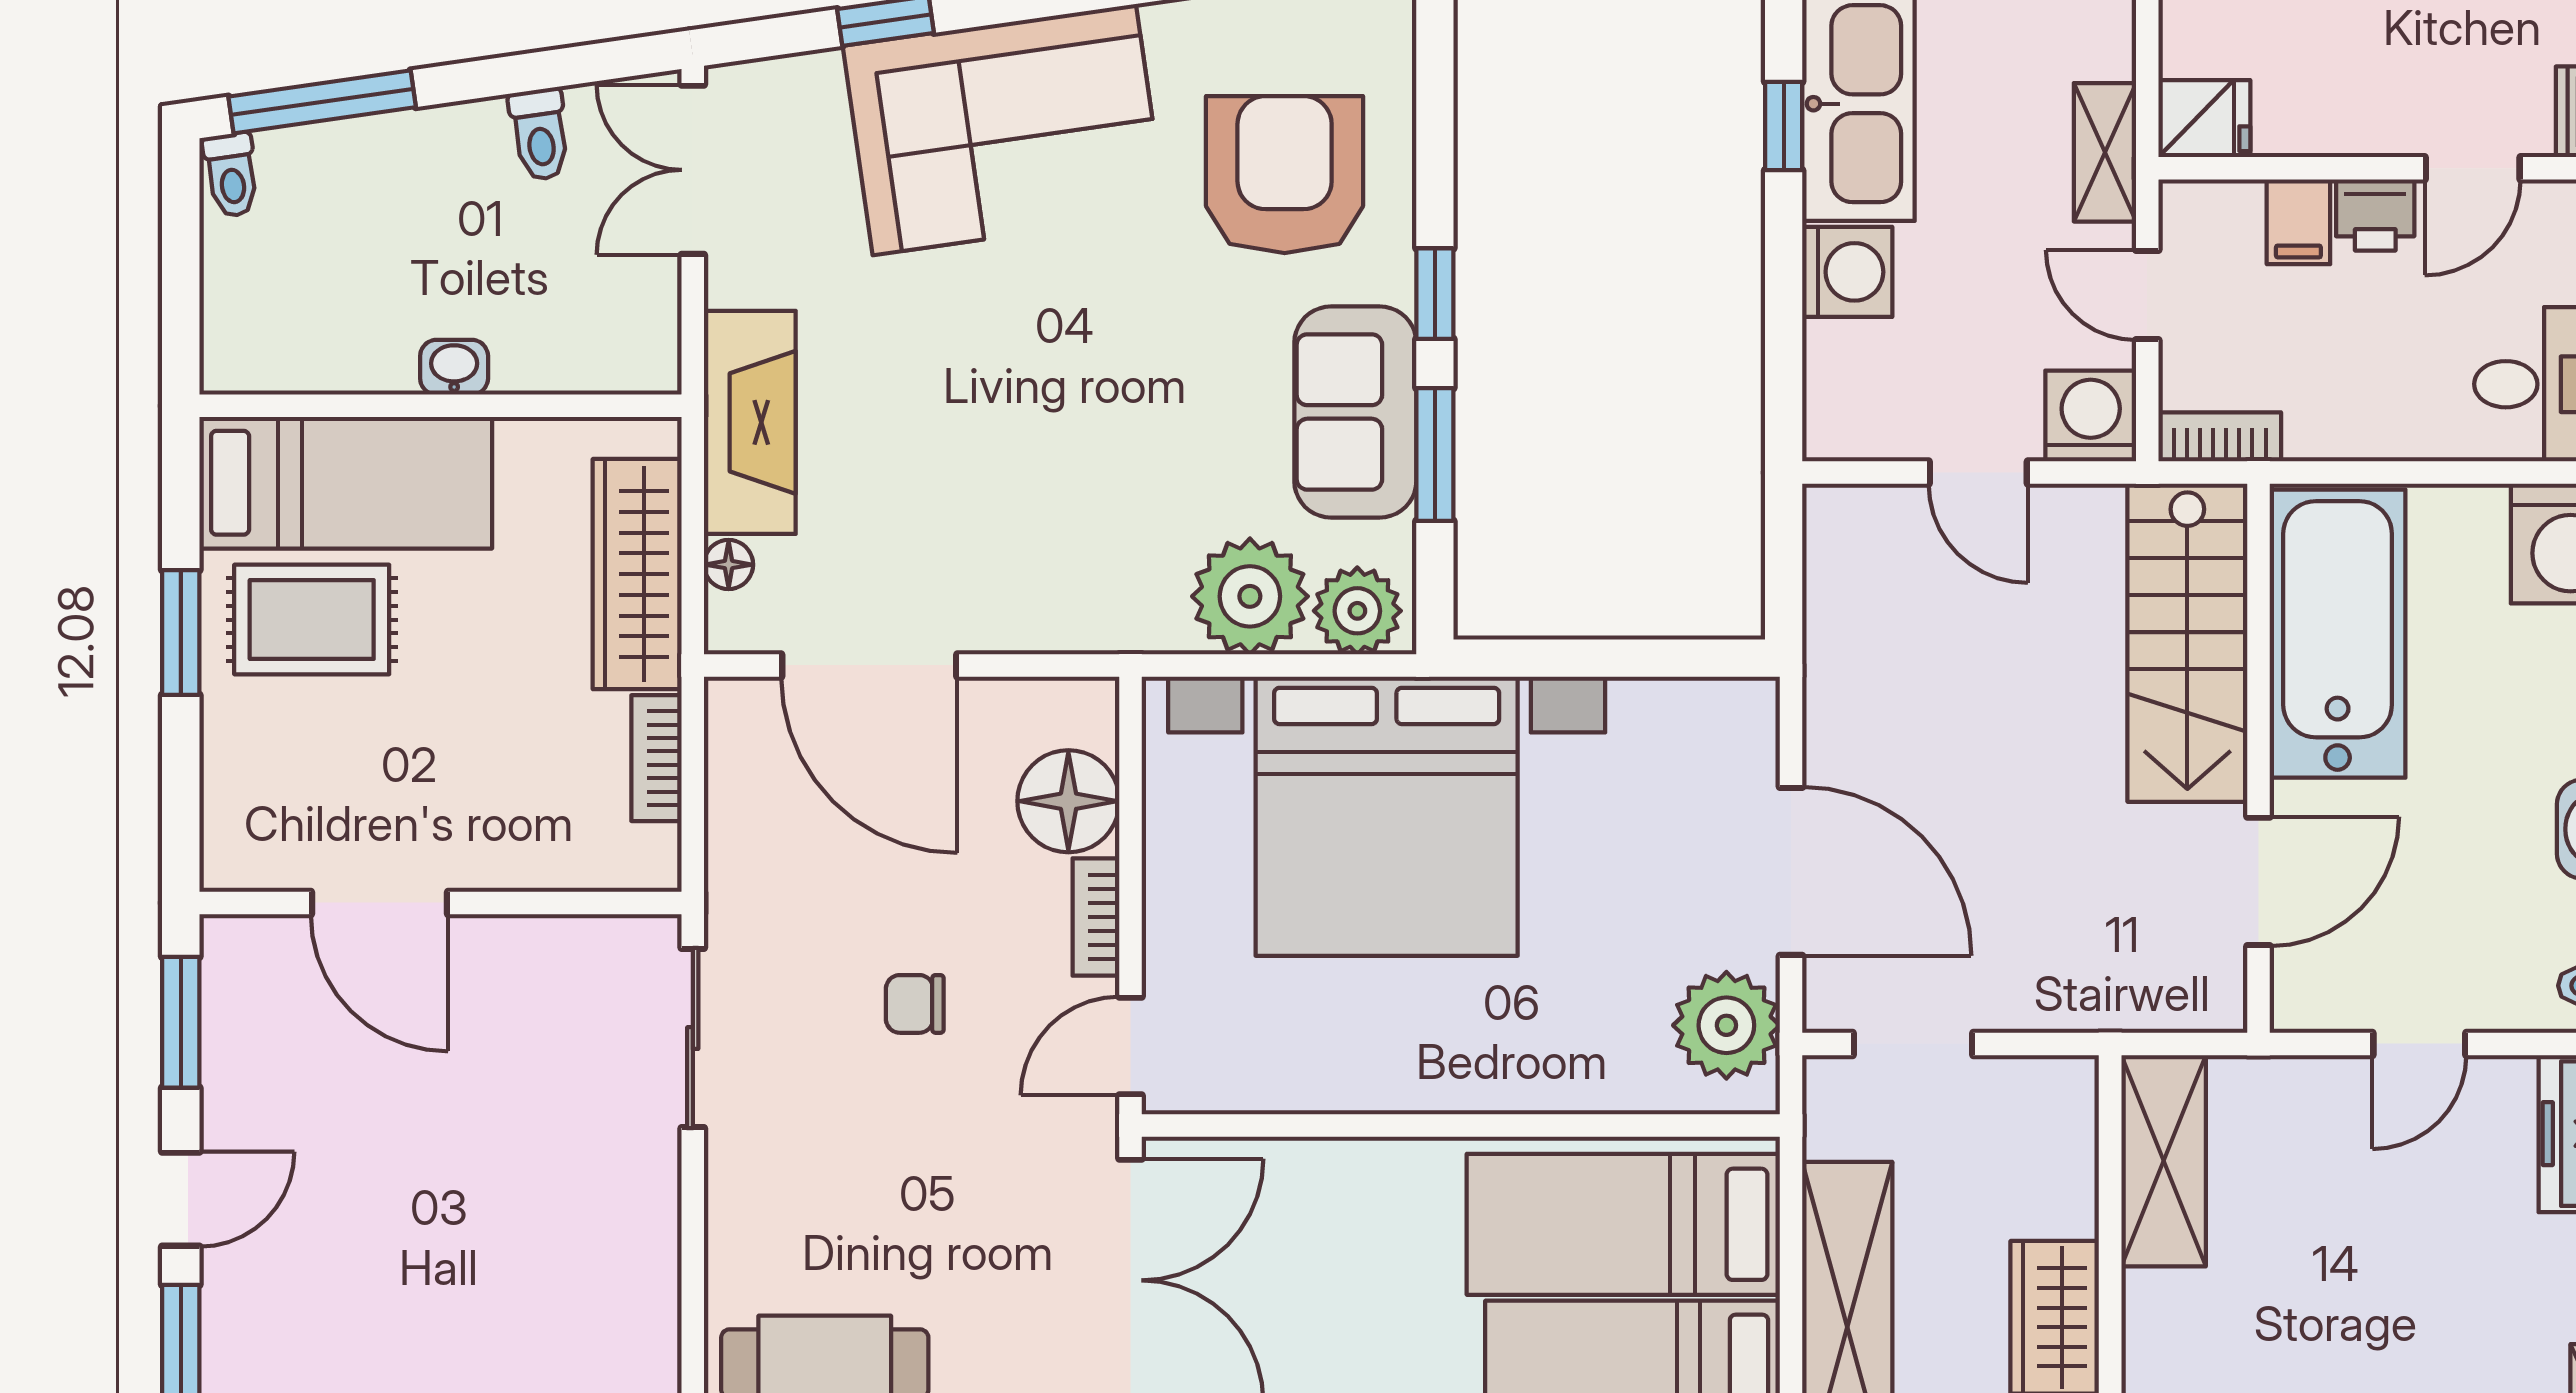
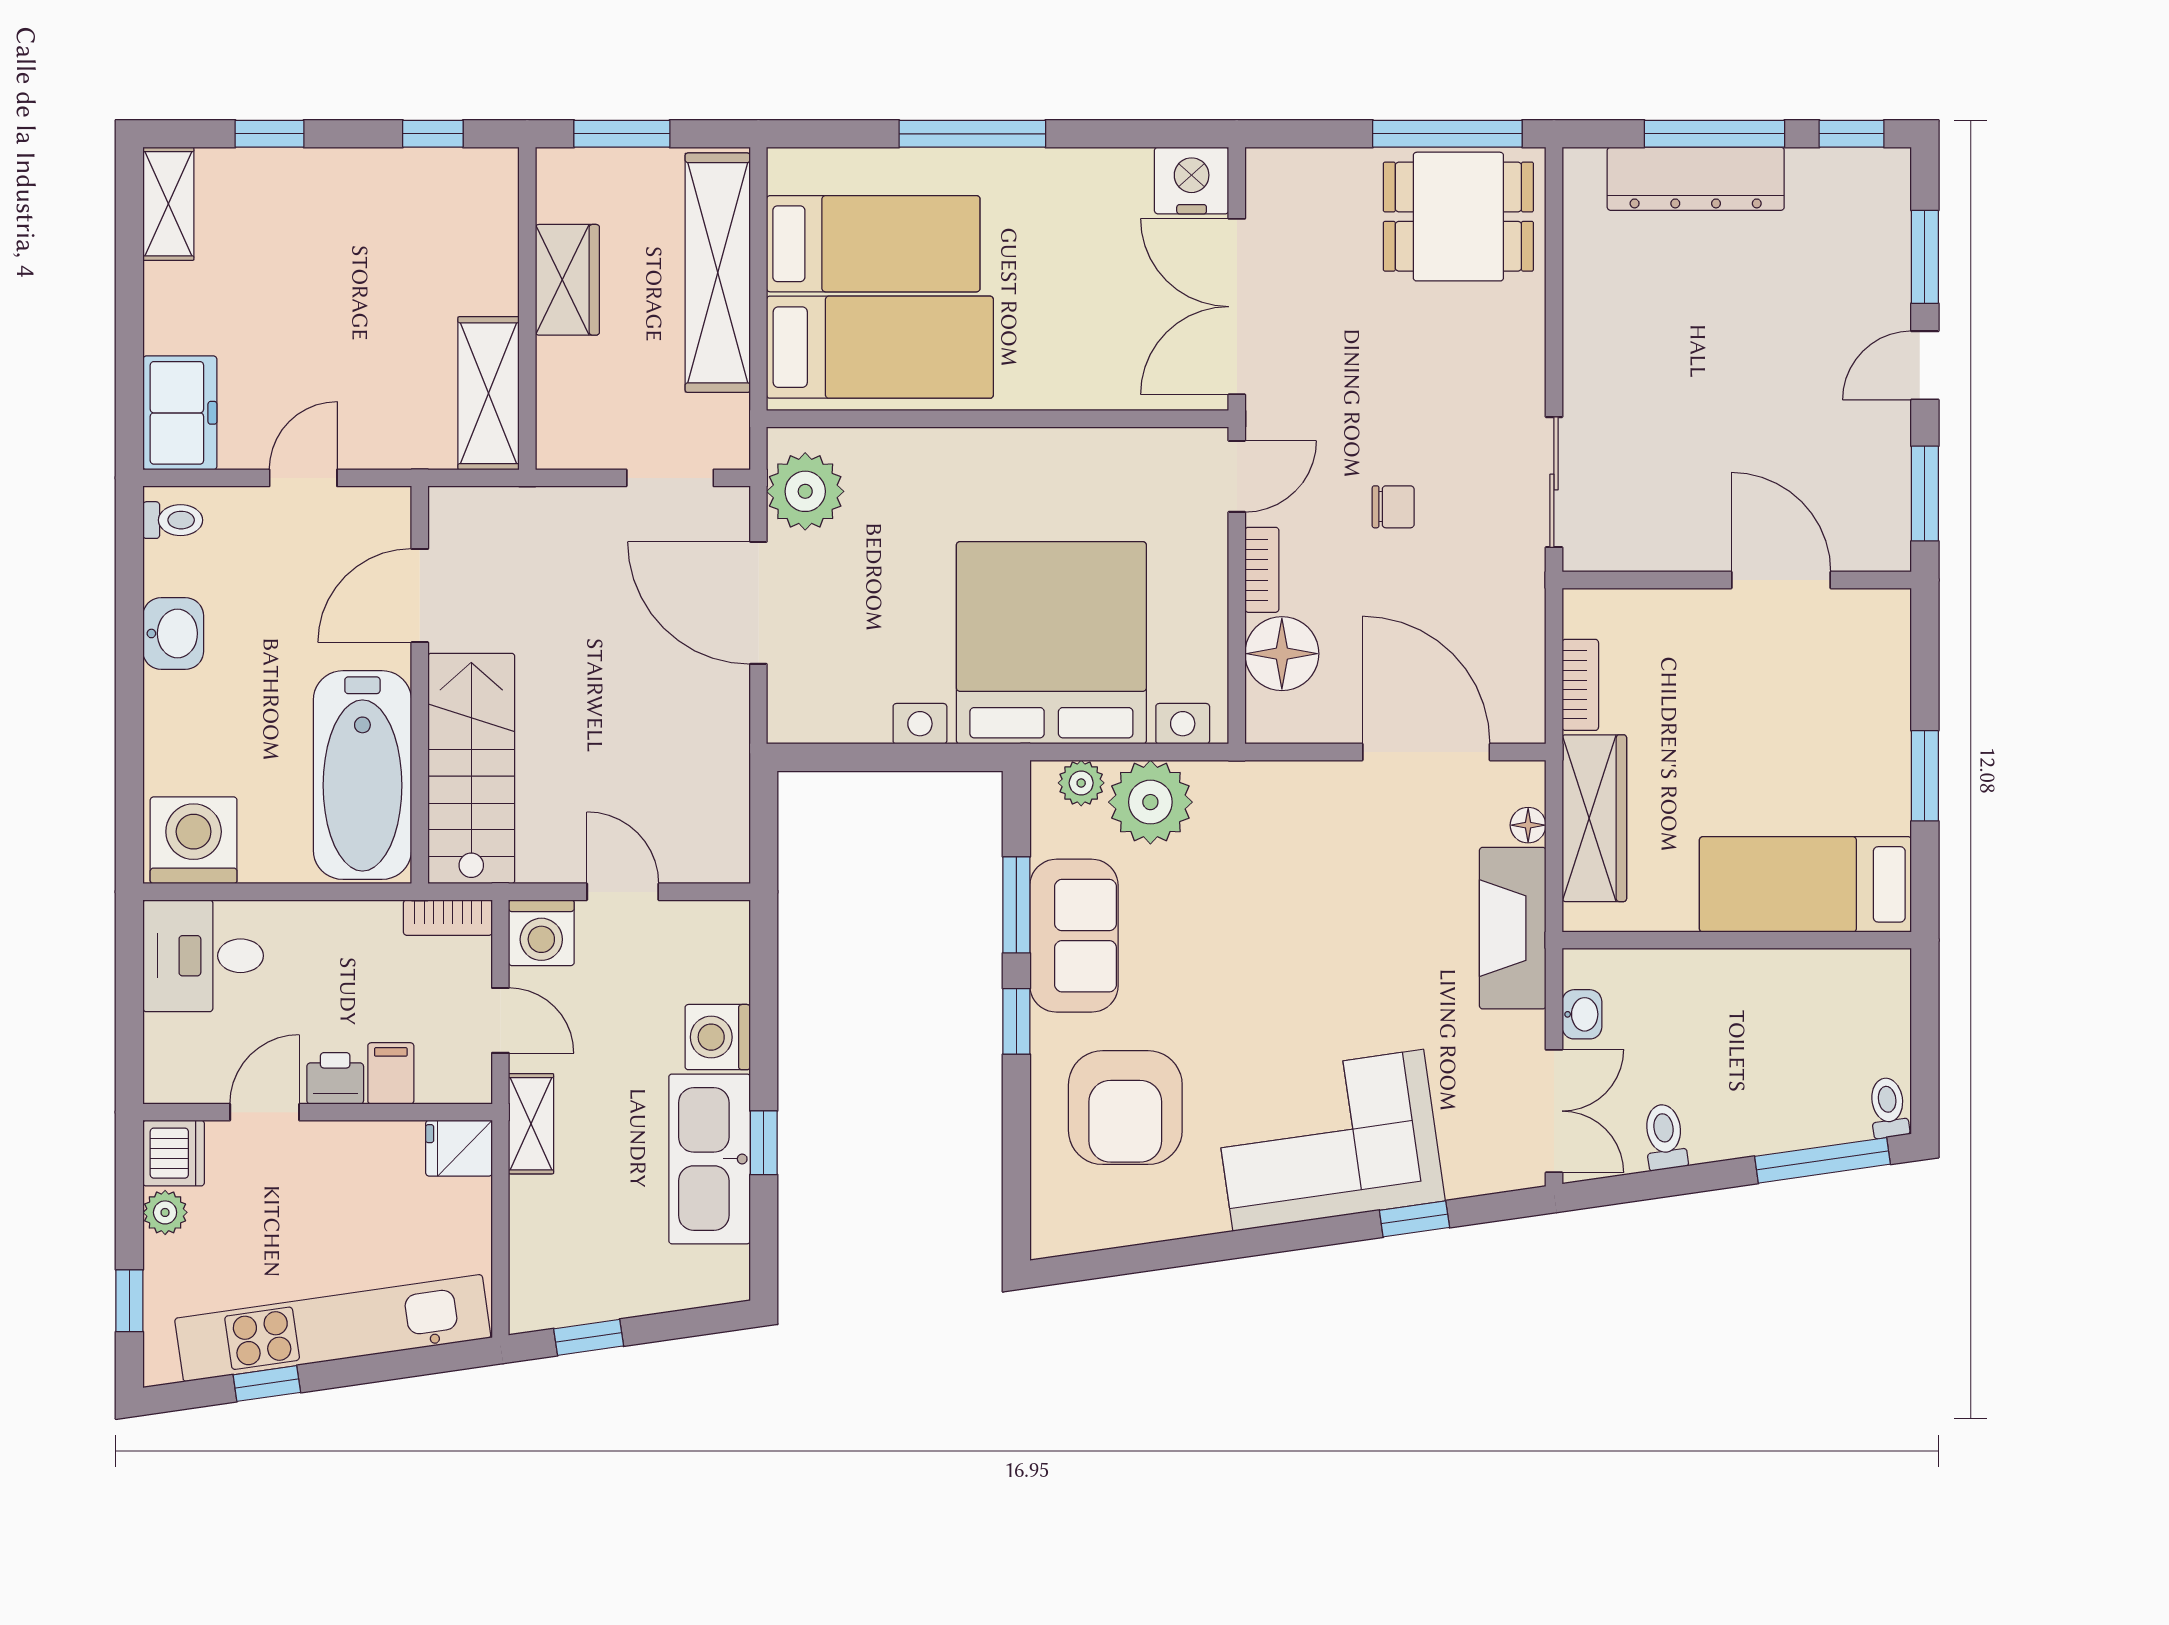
washbasin: (454, 367) -> (1582, 1014), moved, turned -90
plant: (1357, 611) -> (1081, 783), width x0.73, depth x0.73
rug: (312, 620) -> (1830, 785), removed

